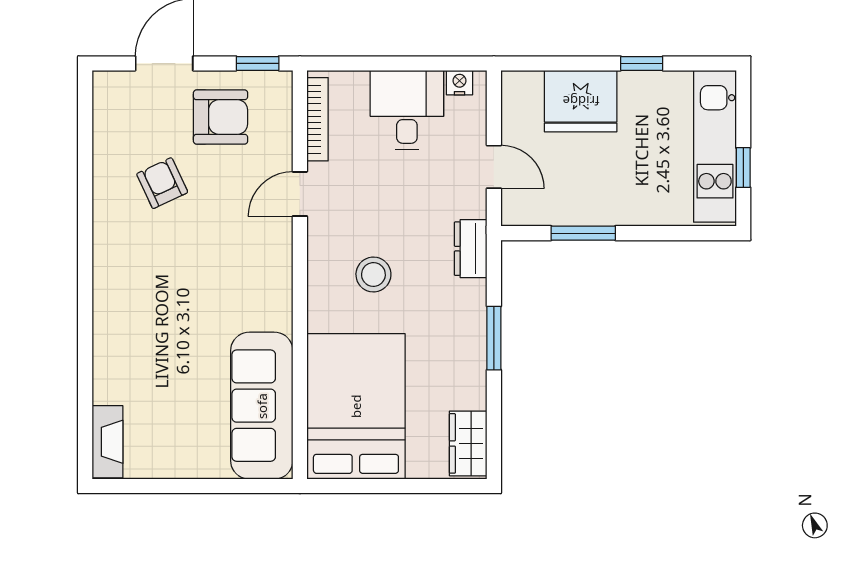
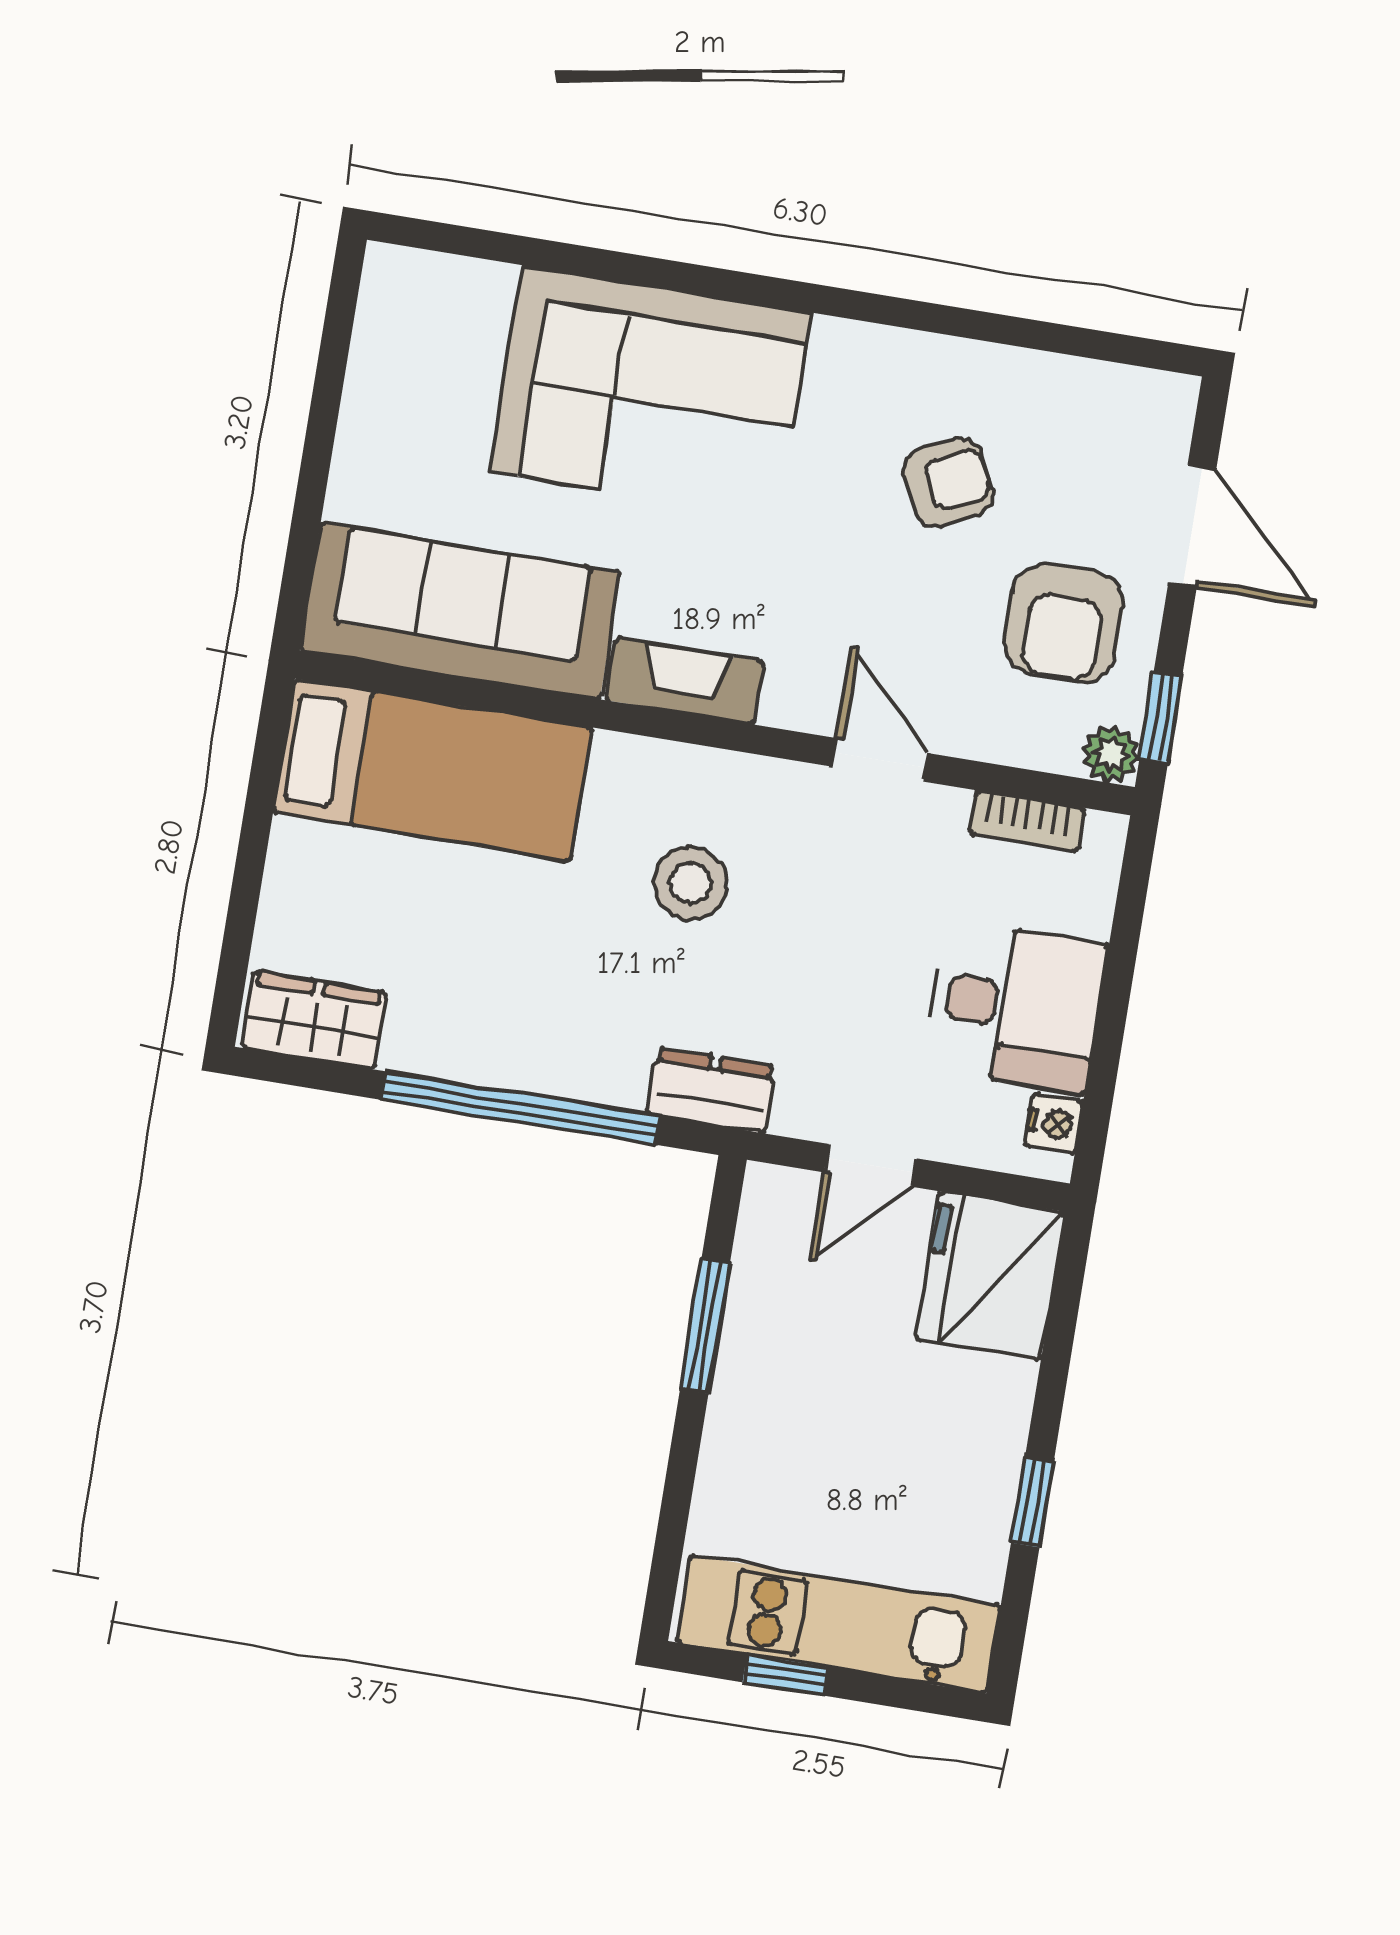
plant: (279, 84) -> (1111, 754), added
fridge: (581, 101) -> (990, 1276), moved
bookcase: (317, 119) -> (1027, 821), width x0.64
corner sofa: (143, 332) -> (650, 392), added
window: (494, 338) -> (520, 1108), width x2.11
bed: (356, 406) -> (433, 770), width x0.67
fireplace: (107, 442) -> (684, 681), moved, turned 180

